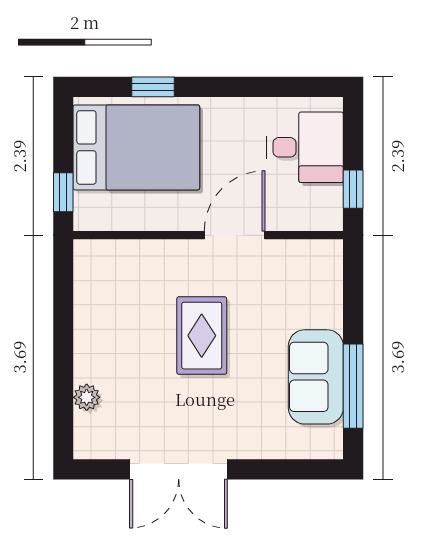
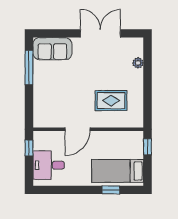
bed: (136, 147) -> (118, 171), width x0.67
rug: (202, 336) -> (111, 101), moved, turned 90
sofa: (316, 377) -> (52, 49), moved, turned 90

